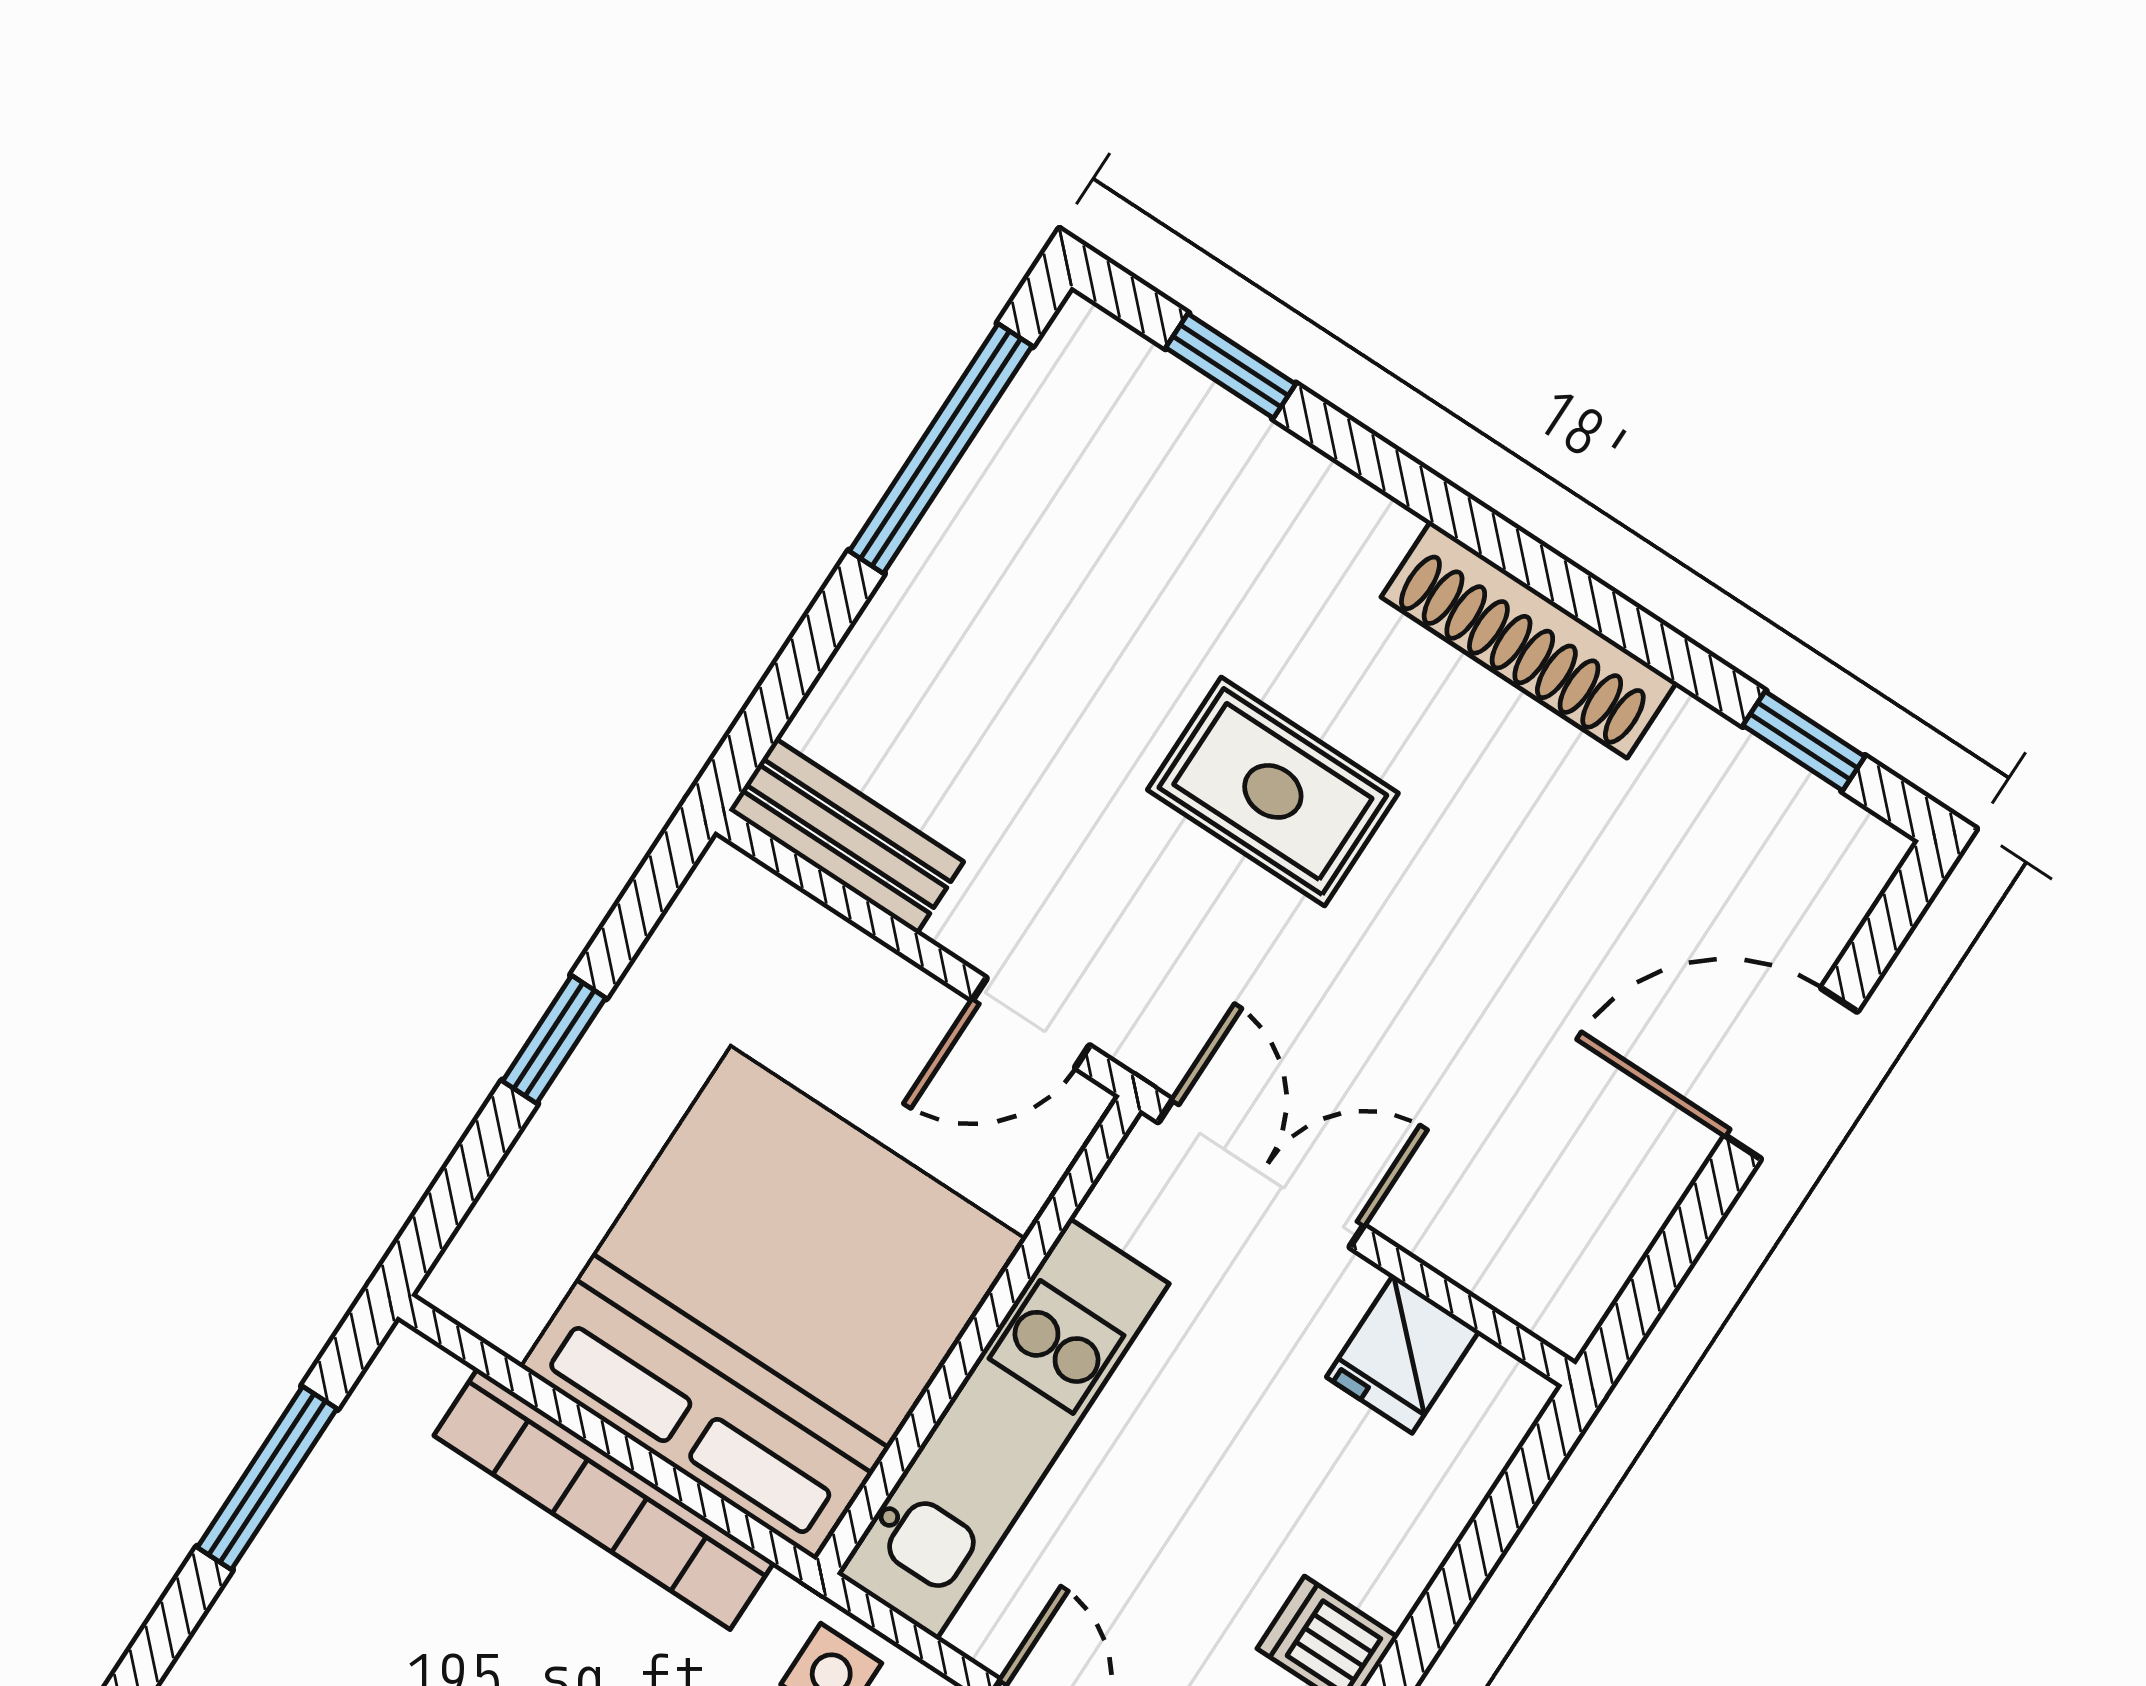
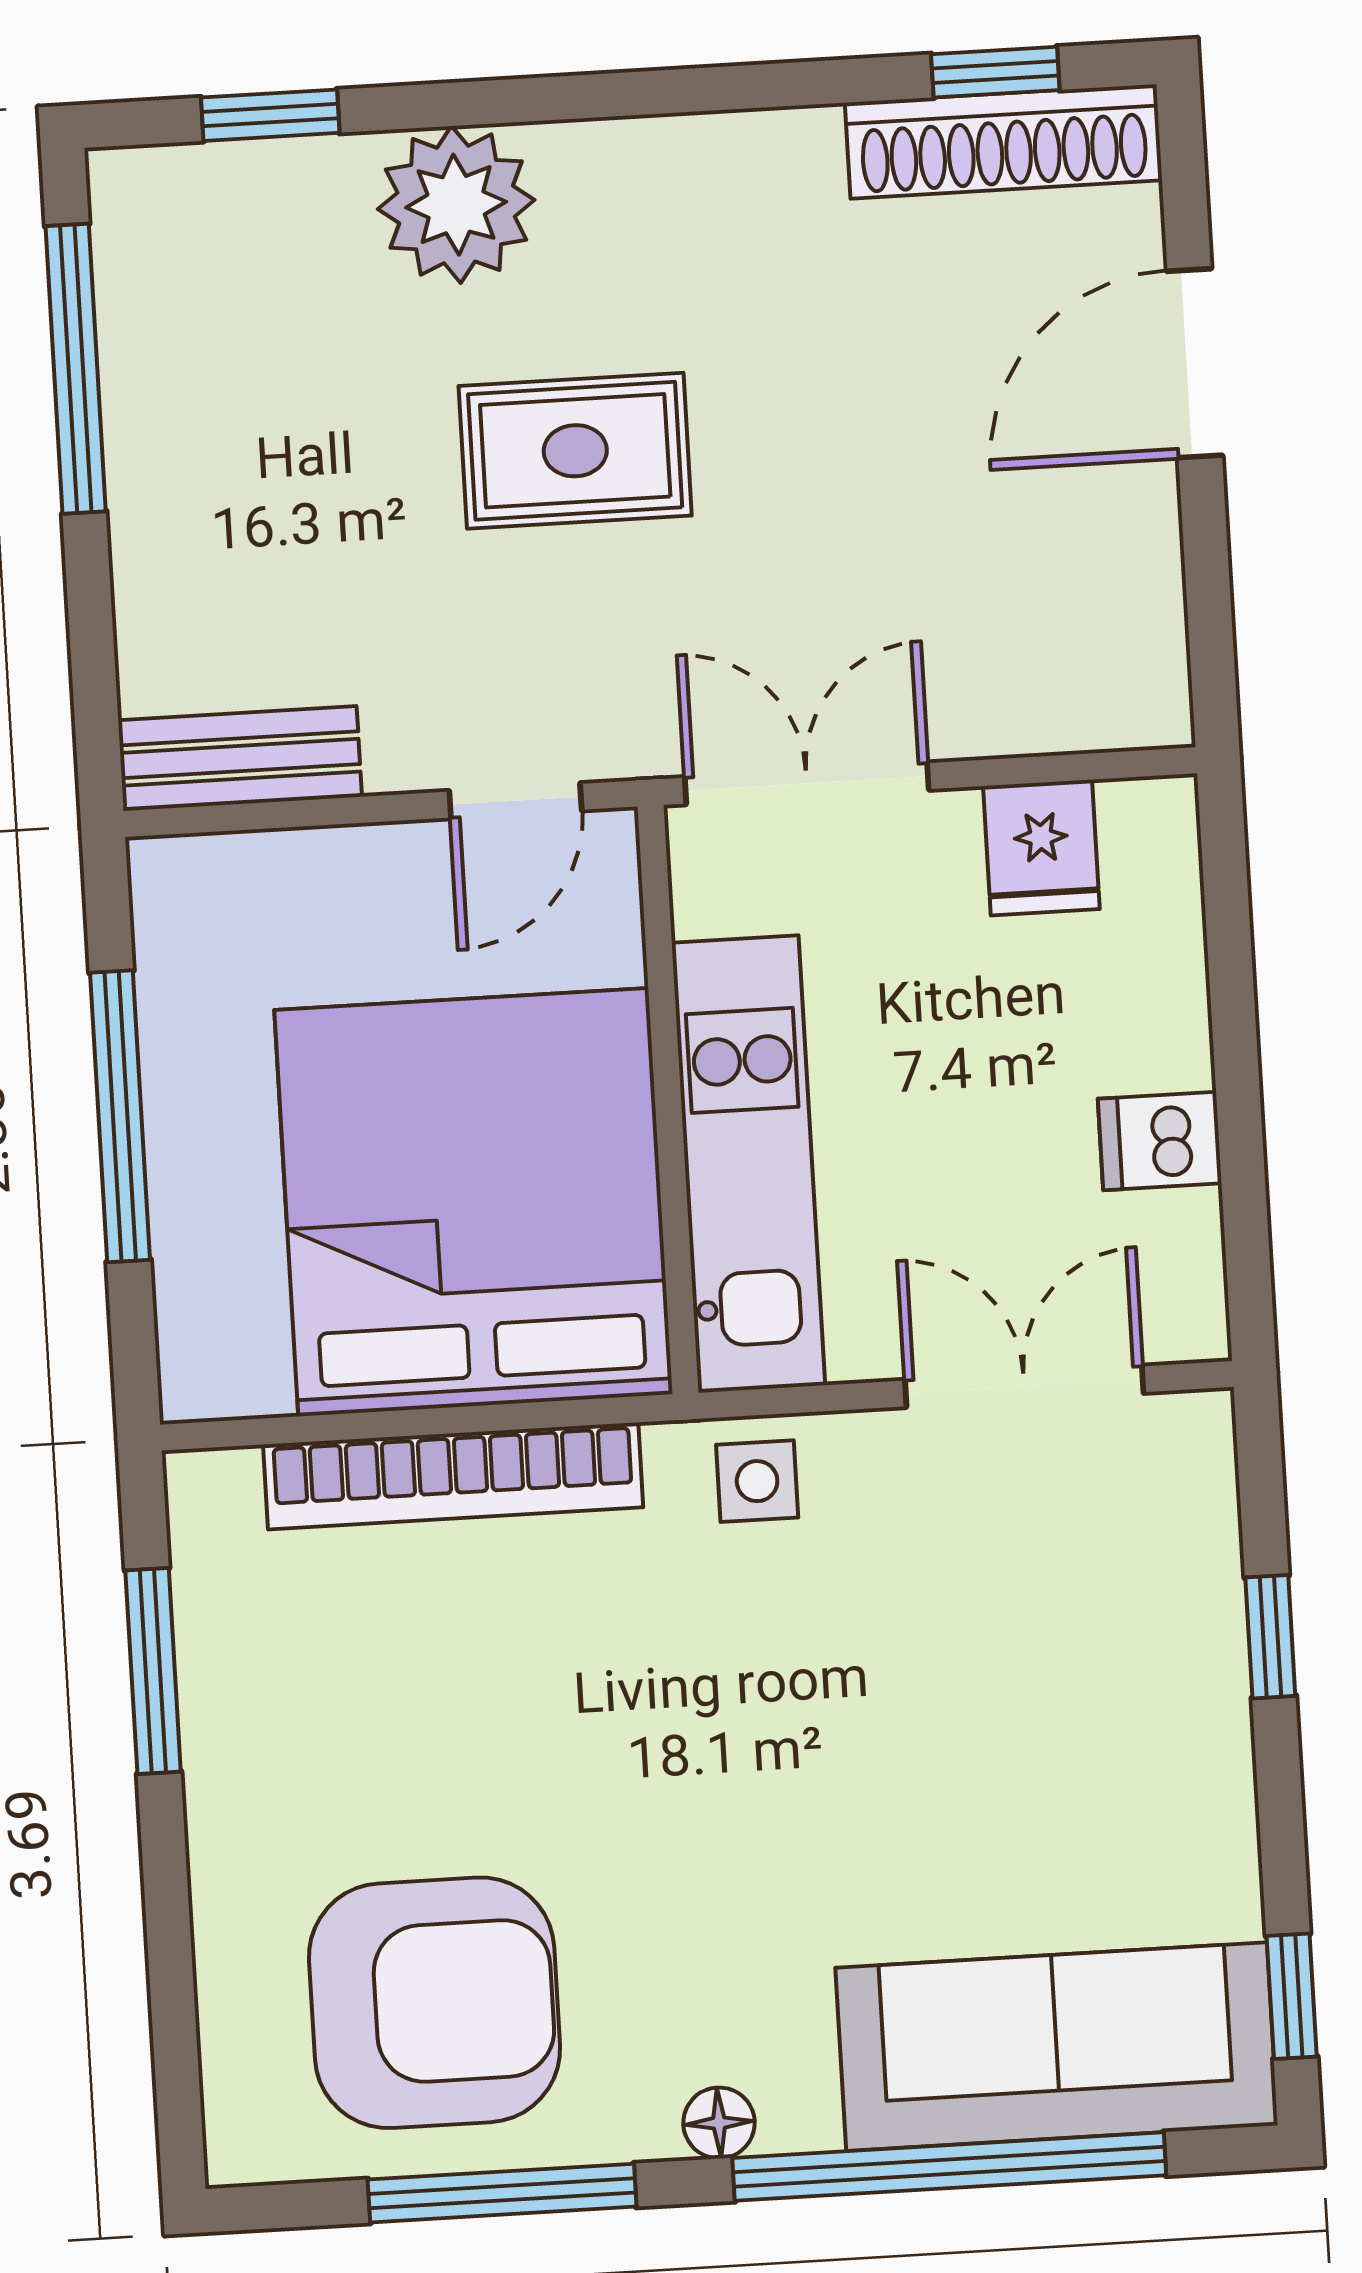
plant: (1321, 538) -> (456, 205), added
shoe rack: (1529, 640) -> (1004, 141), moved
window: (554, 1039) -> (120, 1116), width x2.17

